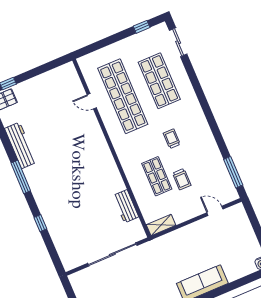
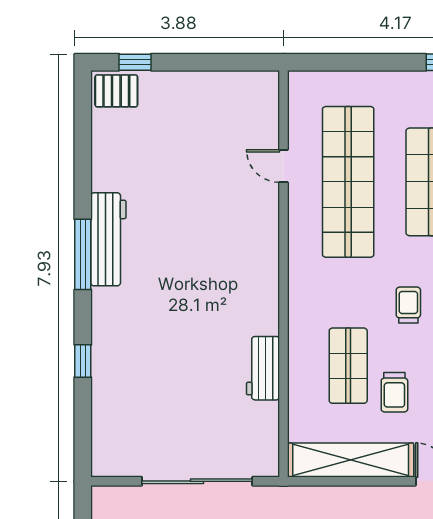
workbench: (21, 145) -> (108, 239), moved
workbench: (126, 206) -> (263, 368), moved
shelving: (161, 225) -> (351, 460), width x2.20, depth x1.33

